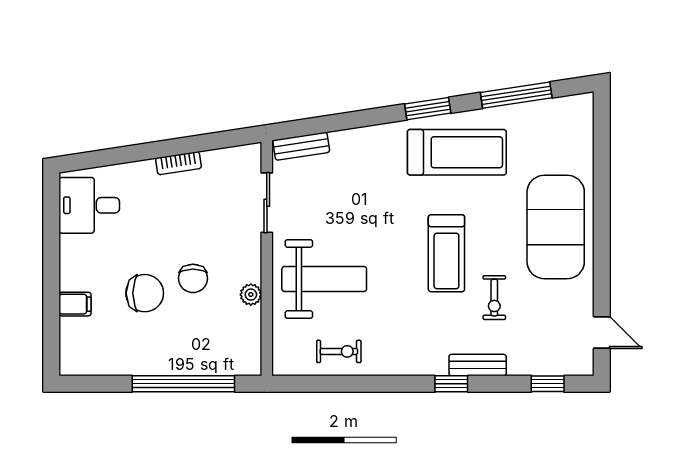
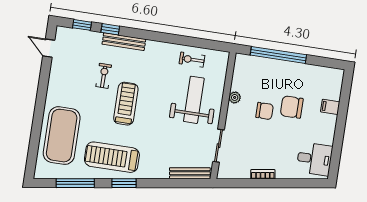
bench: (301, 146) -> (190, 173), width x1.36
exercise mat: (556, 227) -> (62, 136), moved
chair: (193, 278) -> (264, 111), turned 90
weight bench: (324, 279) -> (194, 100), turned 90
bench: (478, 365) -> (124, 42), width x1.36
window: (451, 384) -> (110, 29), moved

